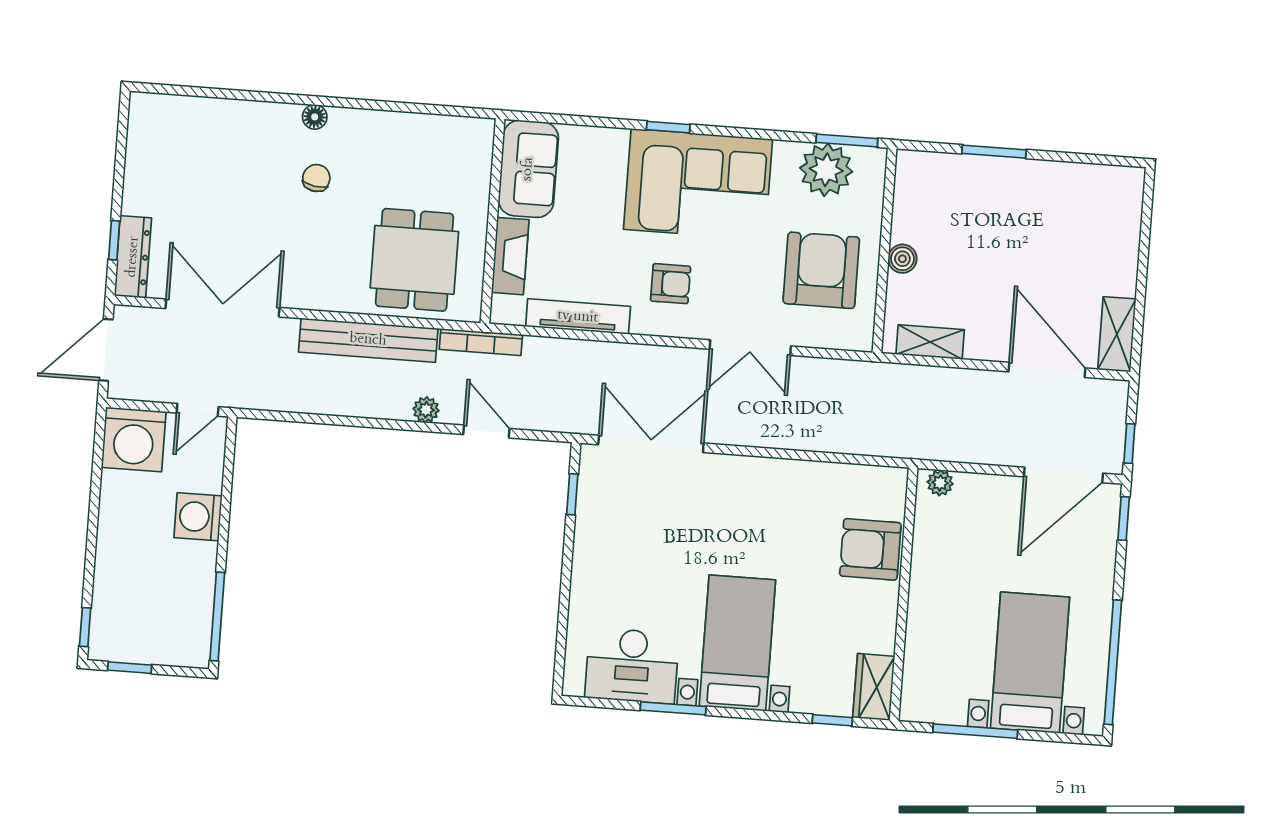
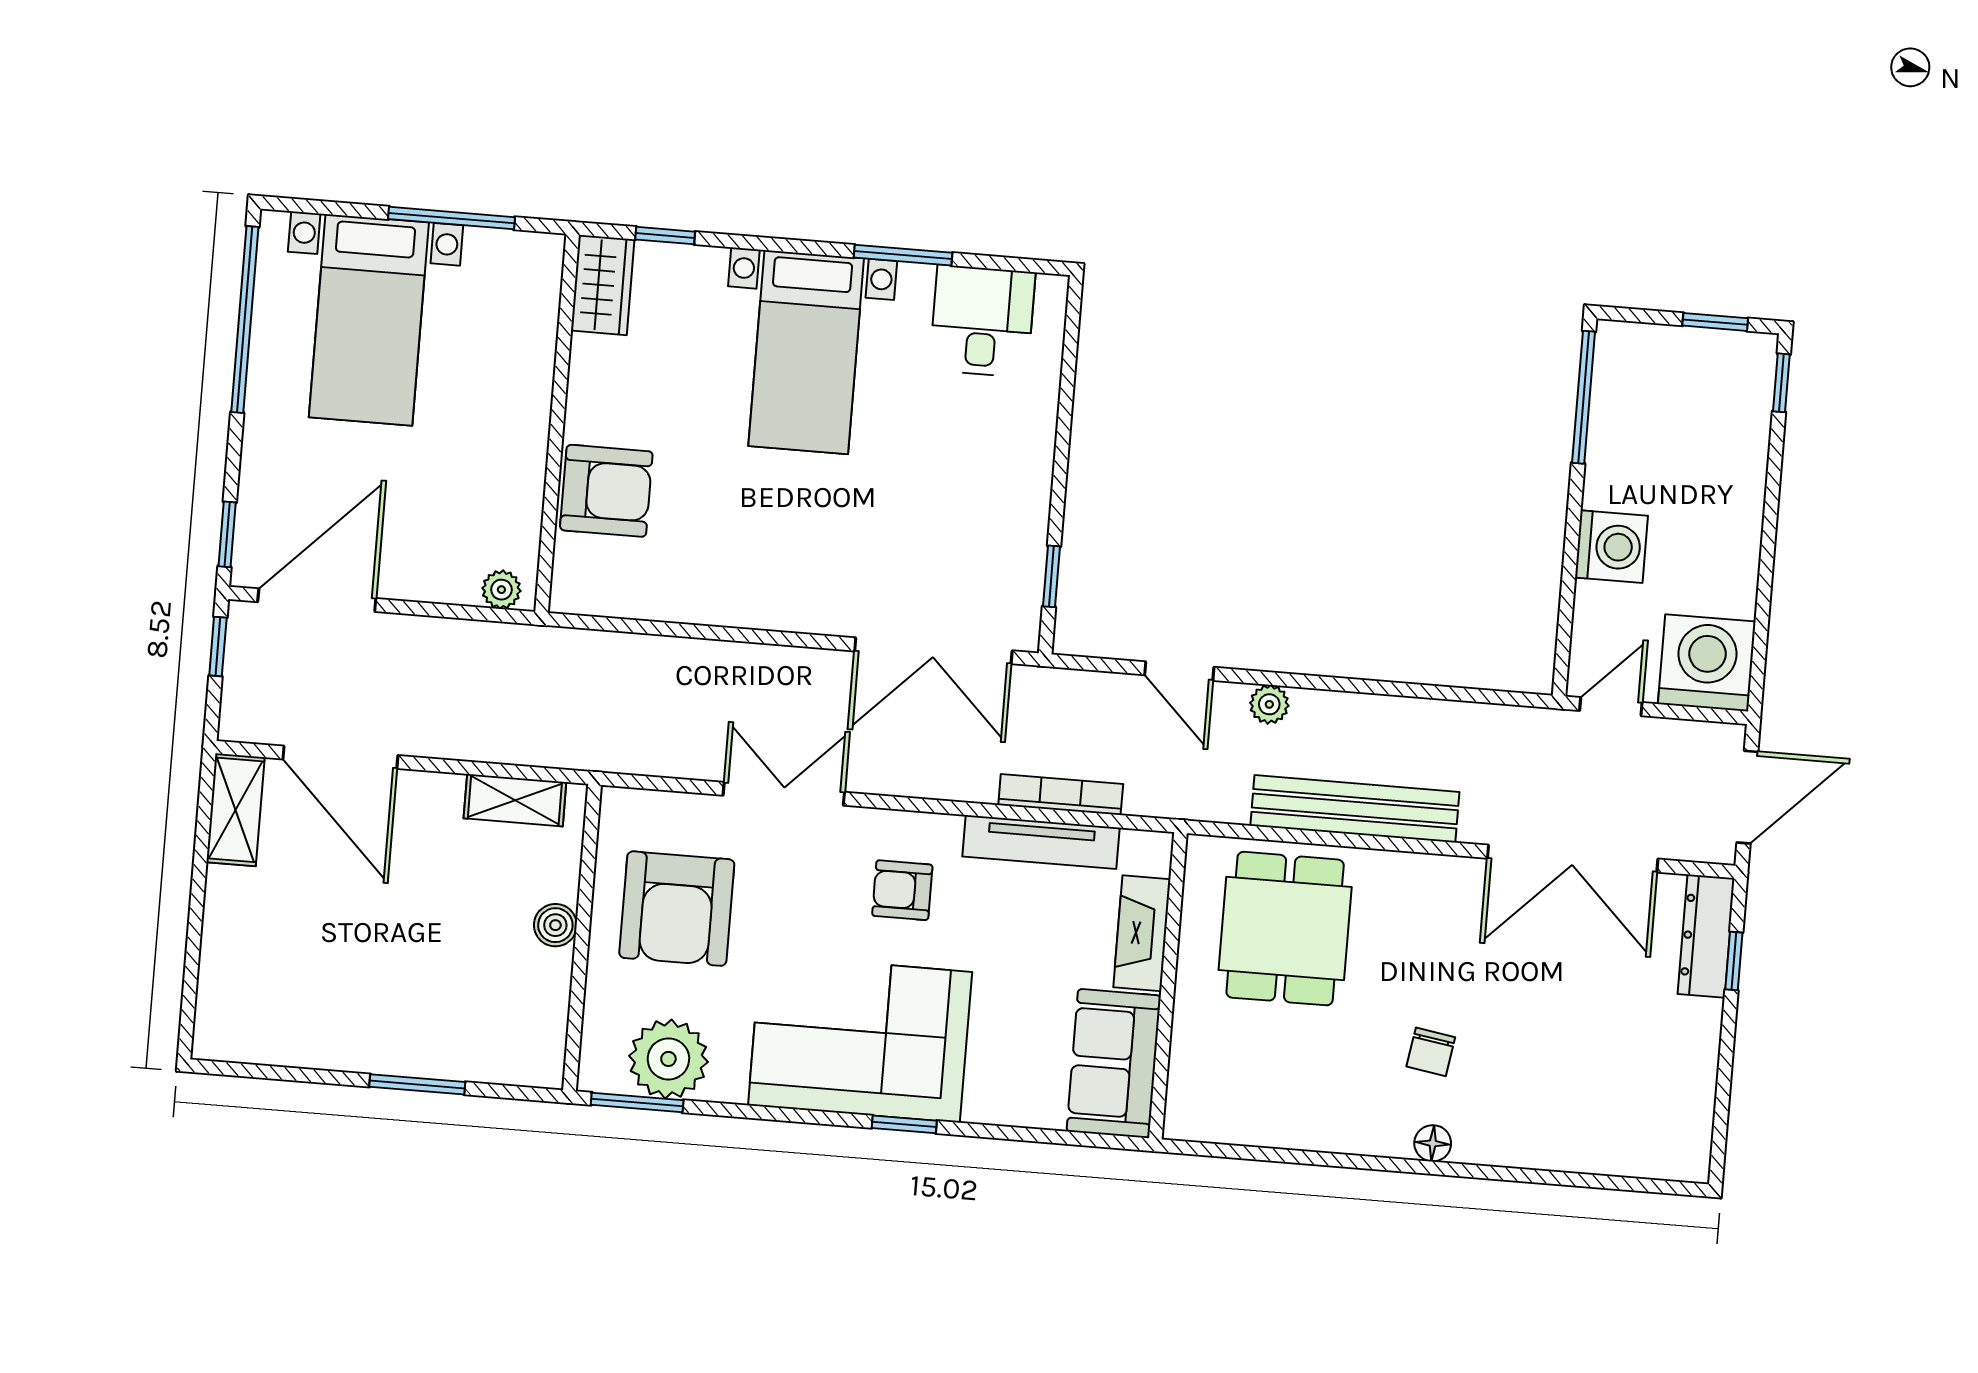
bookcase: (481, 342) -> (1061, 795), moved
desk: (632, 666) -> (982, 321), width x0.73

